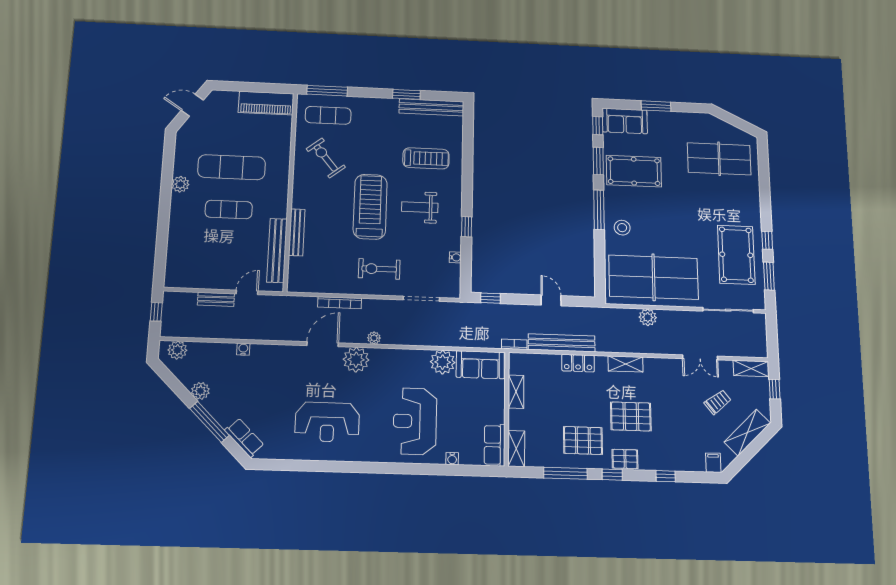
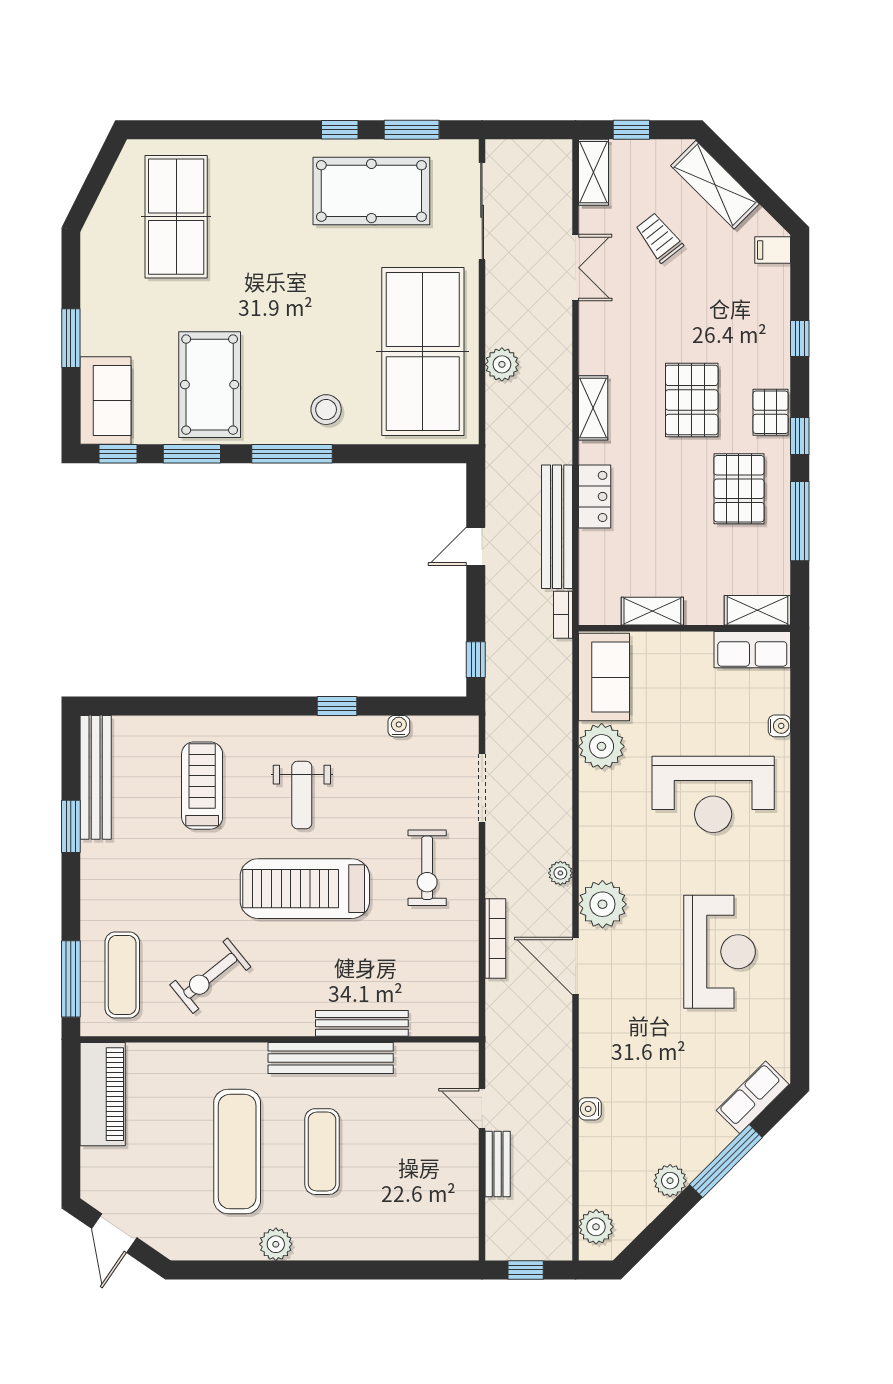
bench: (277, 250) -> (331, 1058), moved

